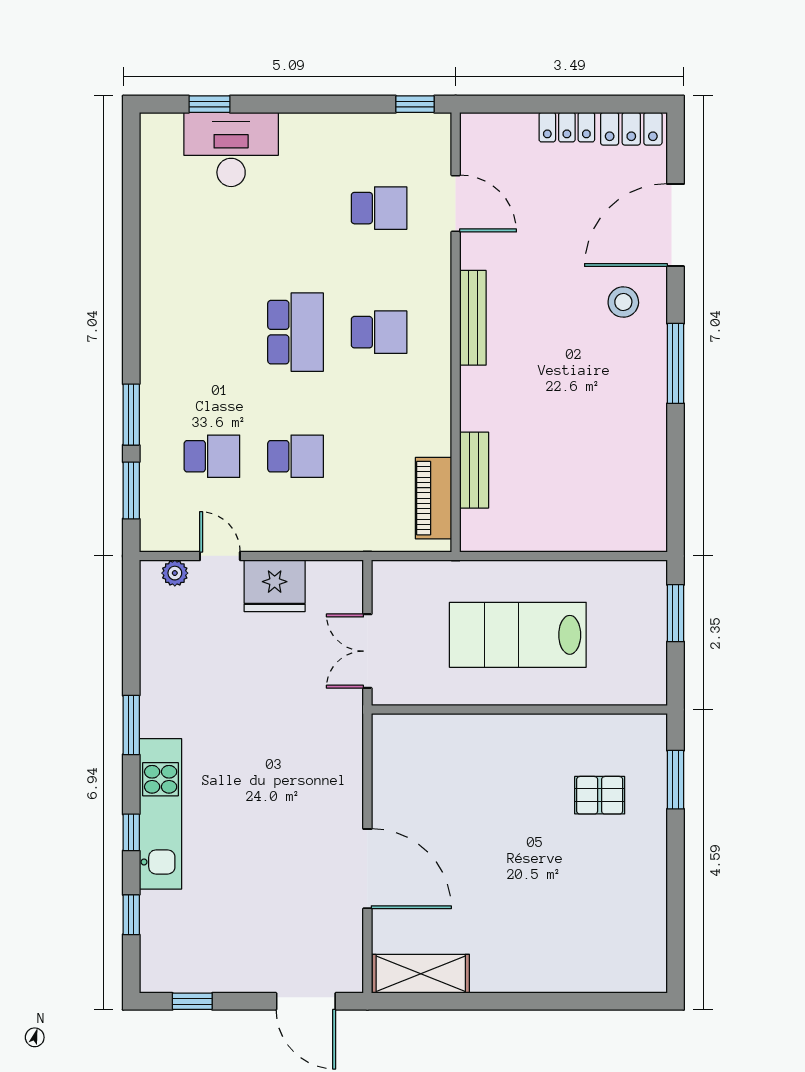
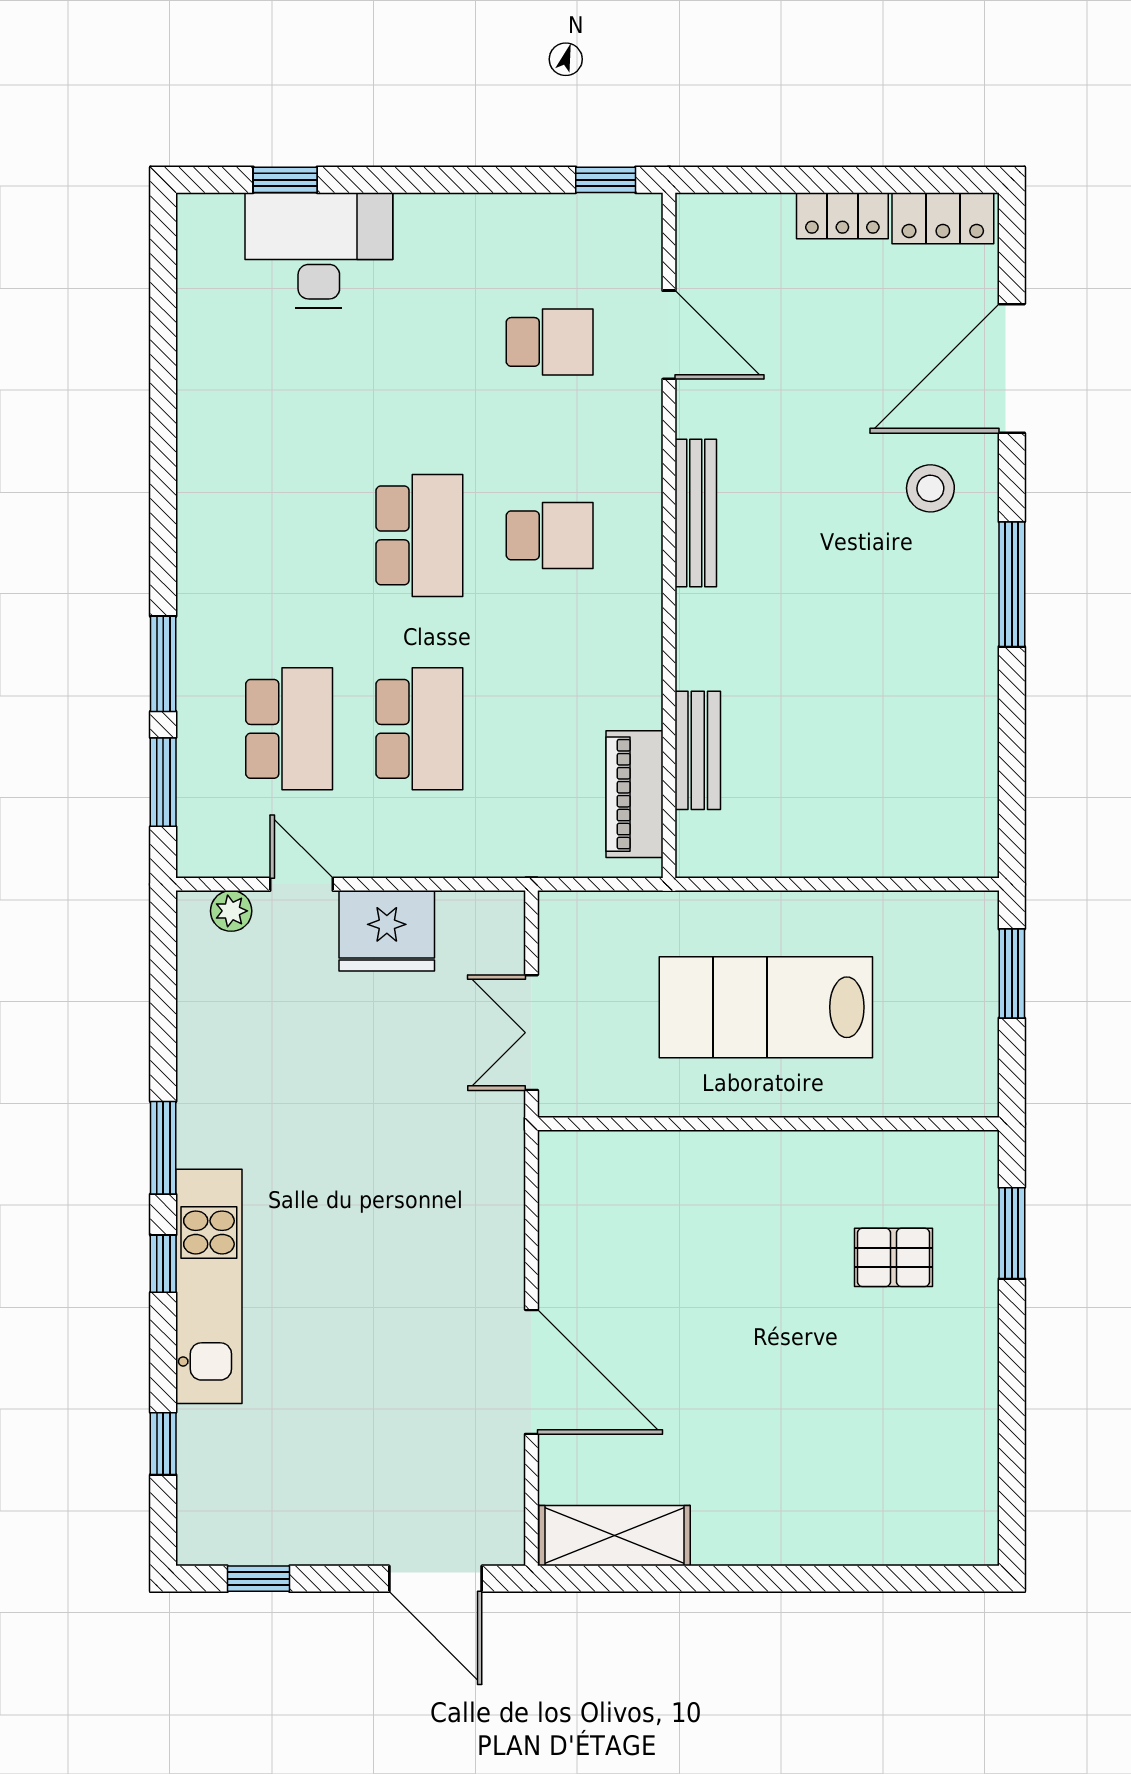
school desk: (212, 456) -> (289, 729), width x1.85
school desk: (296, 456) -> (419, 729), width x1.85
window: (131, 832) -> (163, 1264), moved

